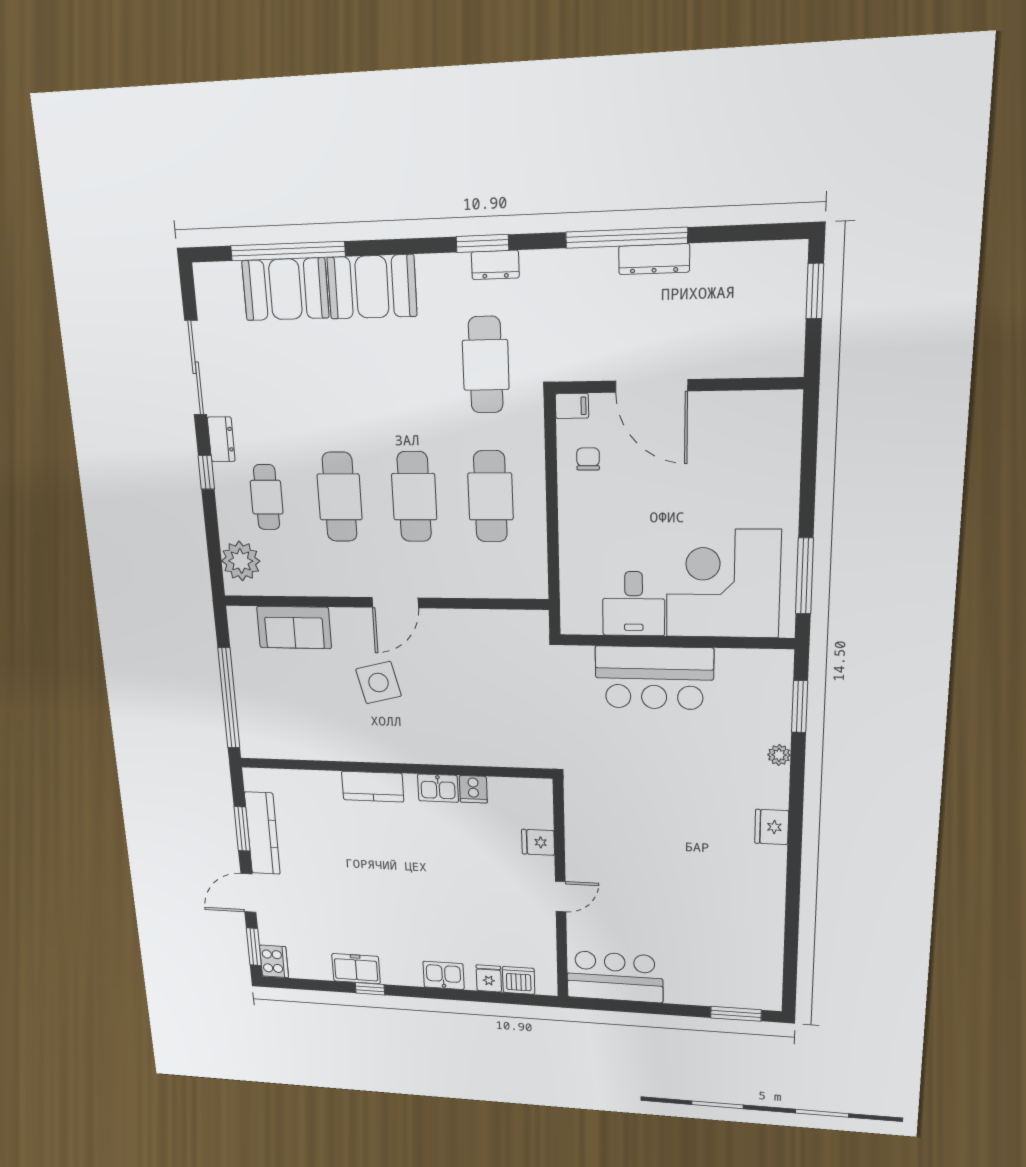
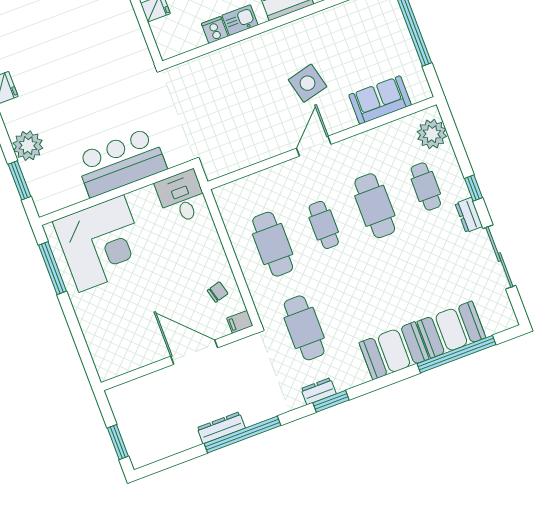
chair: (588, 459) -> (218, 292), turned -105
cafe table: (414, 497) -> (324, 225), width x0.73, depth x0.74
desk: (634, 604) -> (182, 197), moved
plant: (779, 755) -> (28, 146), width x1.87, depth x1.87

